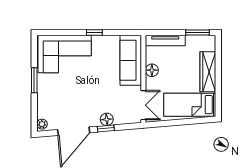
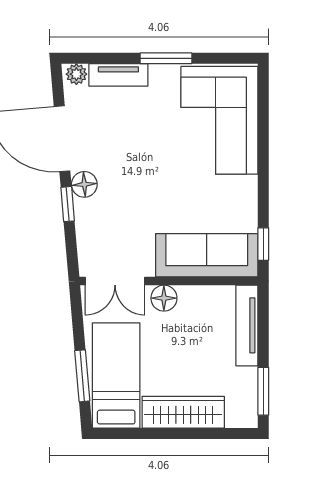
window: (94, 32) -> (263, 244), moved
floor lamp: (152, 70) -> (164, 298), moved
tv unit: (42, 104) -> (118, 75), added
floor lamp: (107, 119) -> (84, 184), moved
window: (190, 121) -> (82, 376), added

